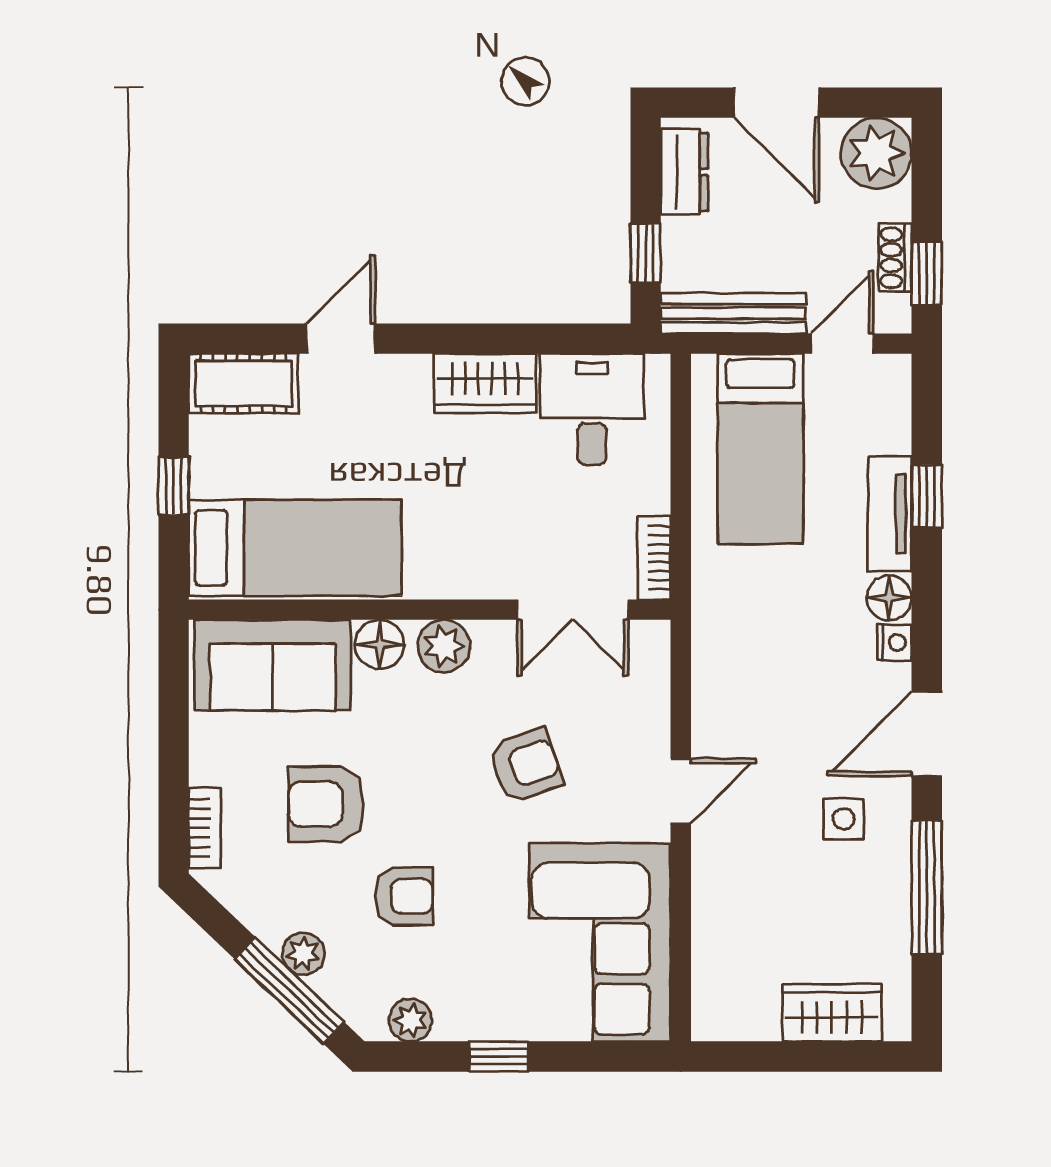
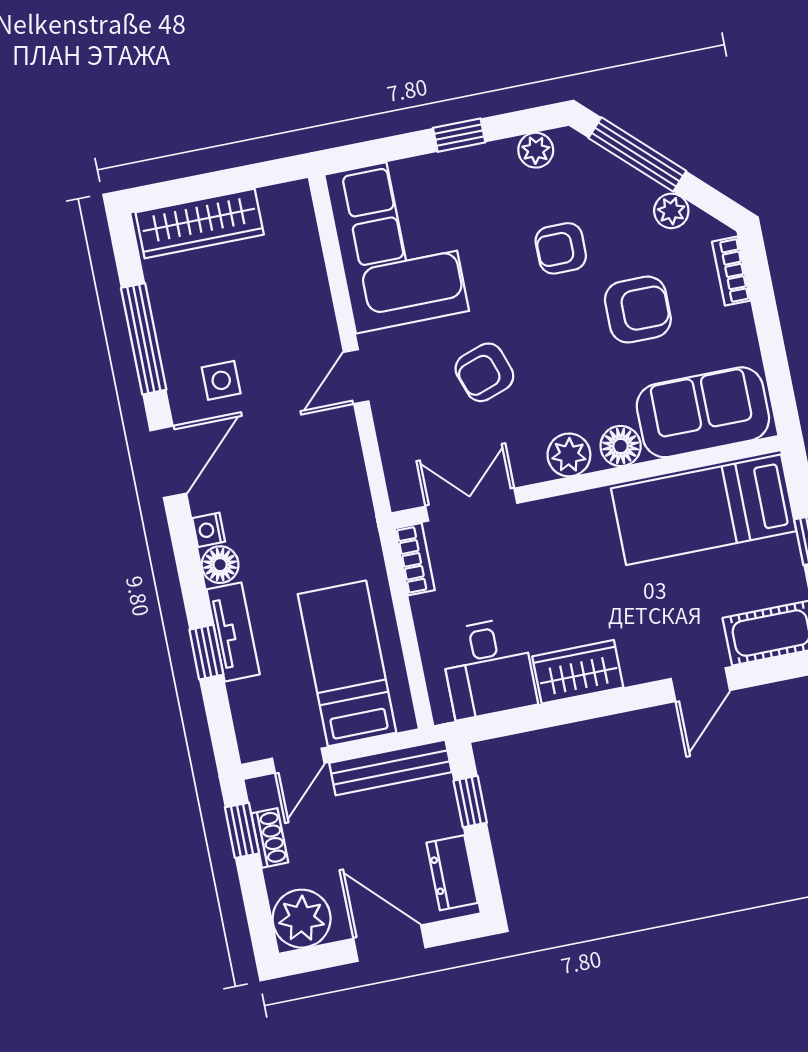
plant: (303, 954) -> (671, 211), moved
wardrobe: (832, 1013) -> (200, 223), width x1.50

